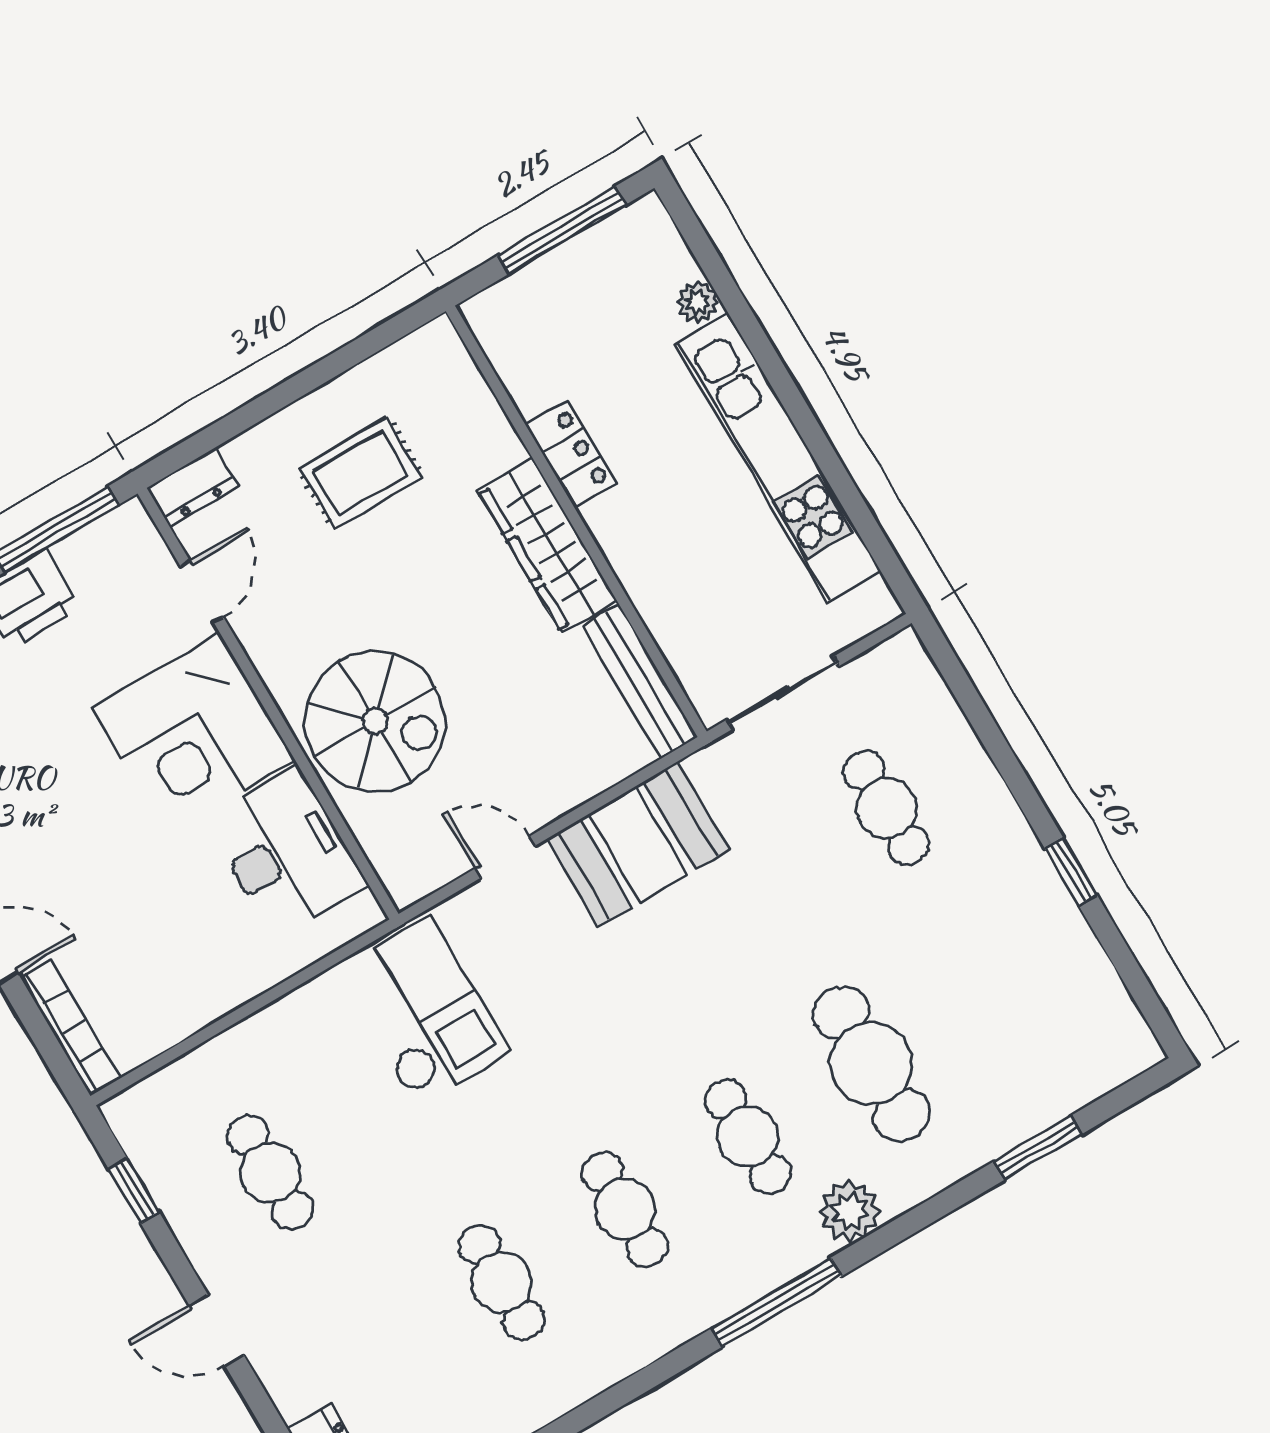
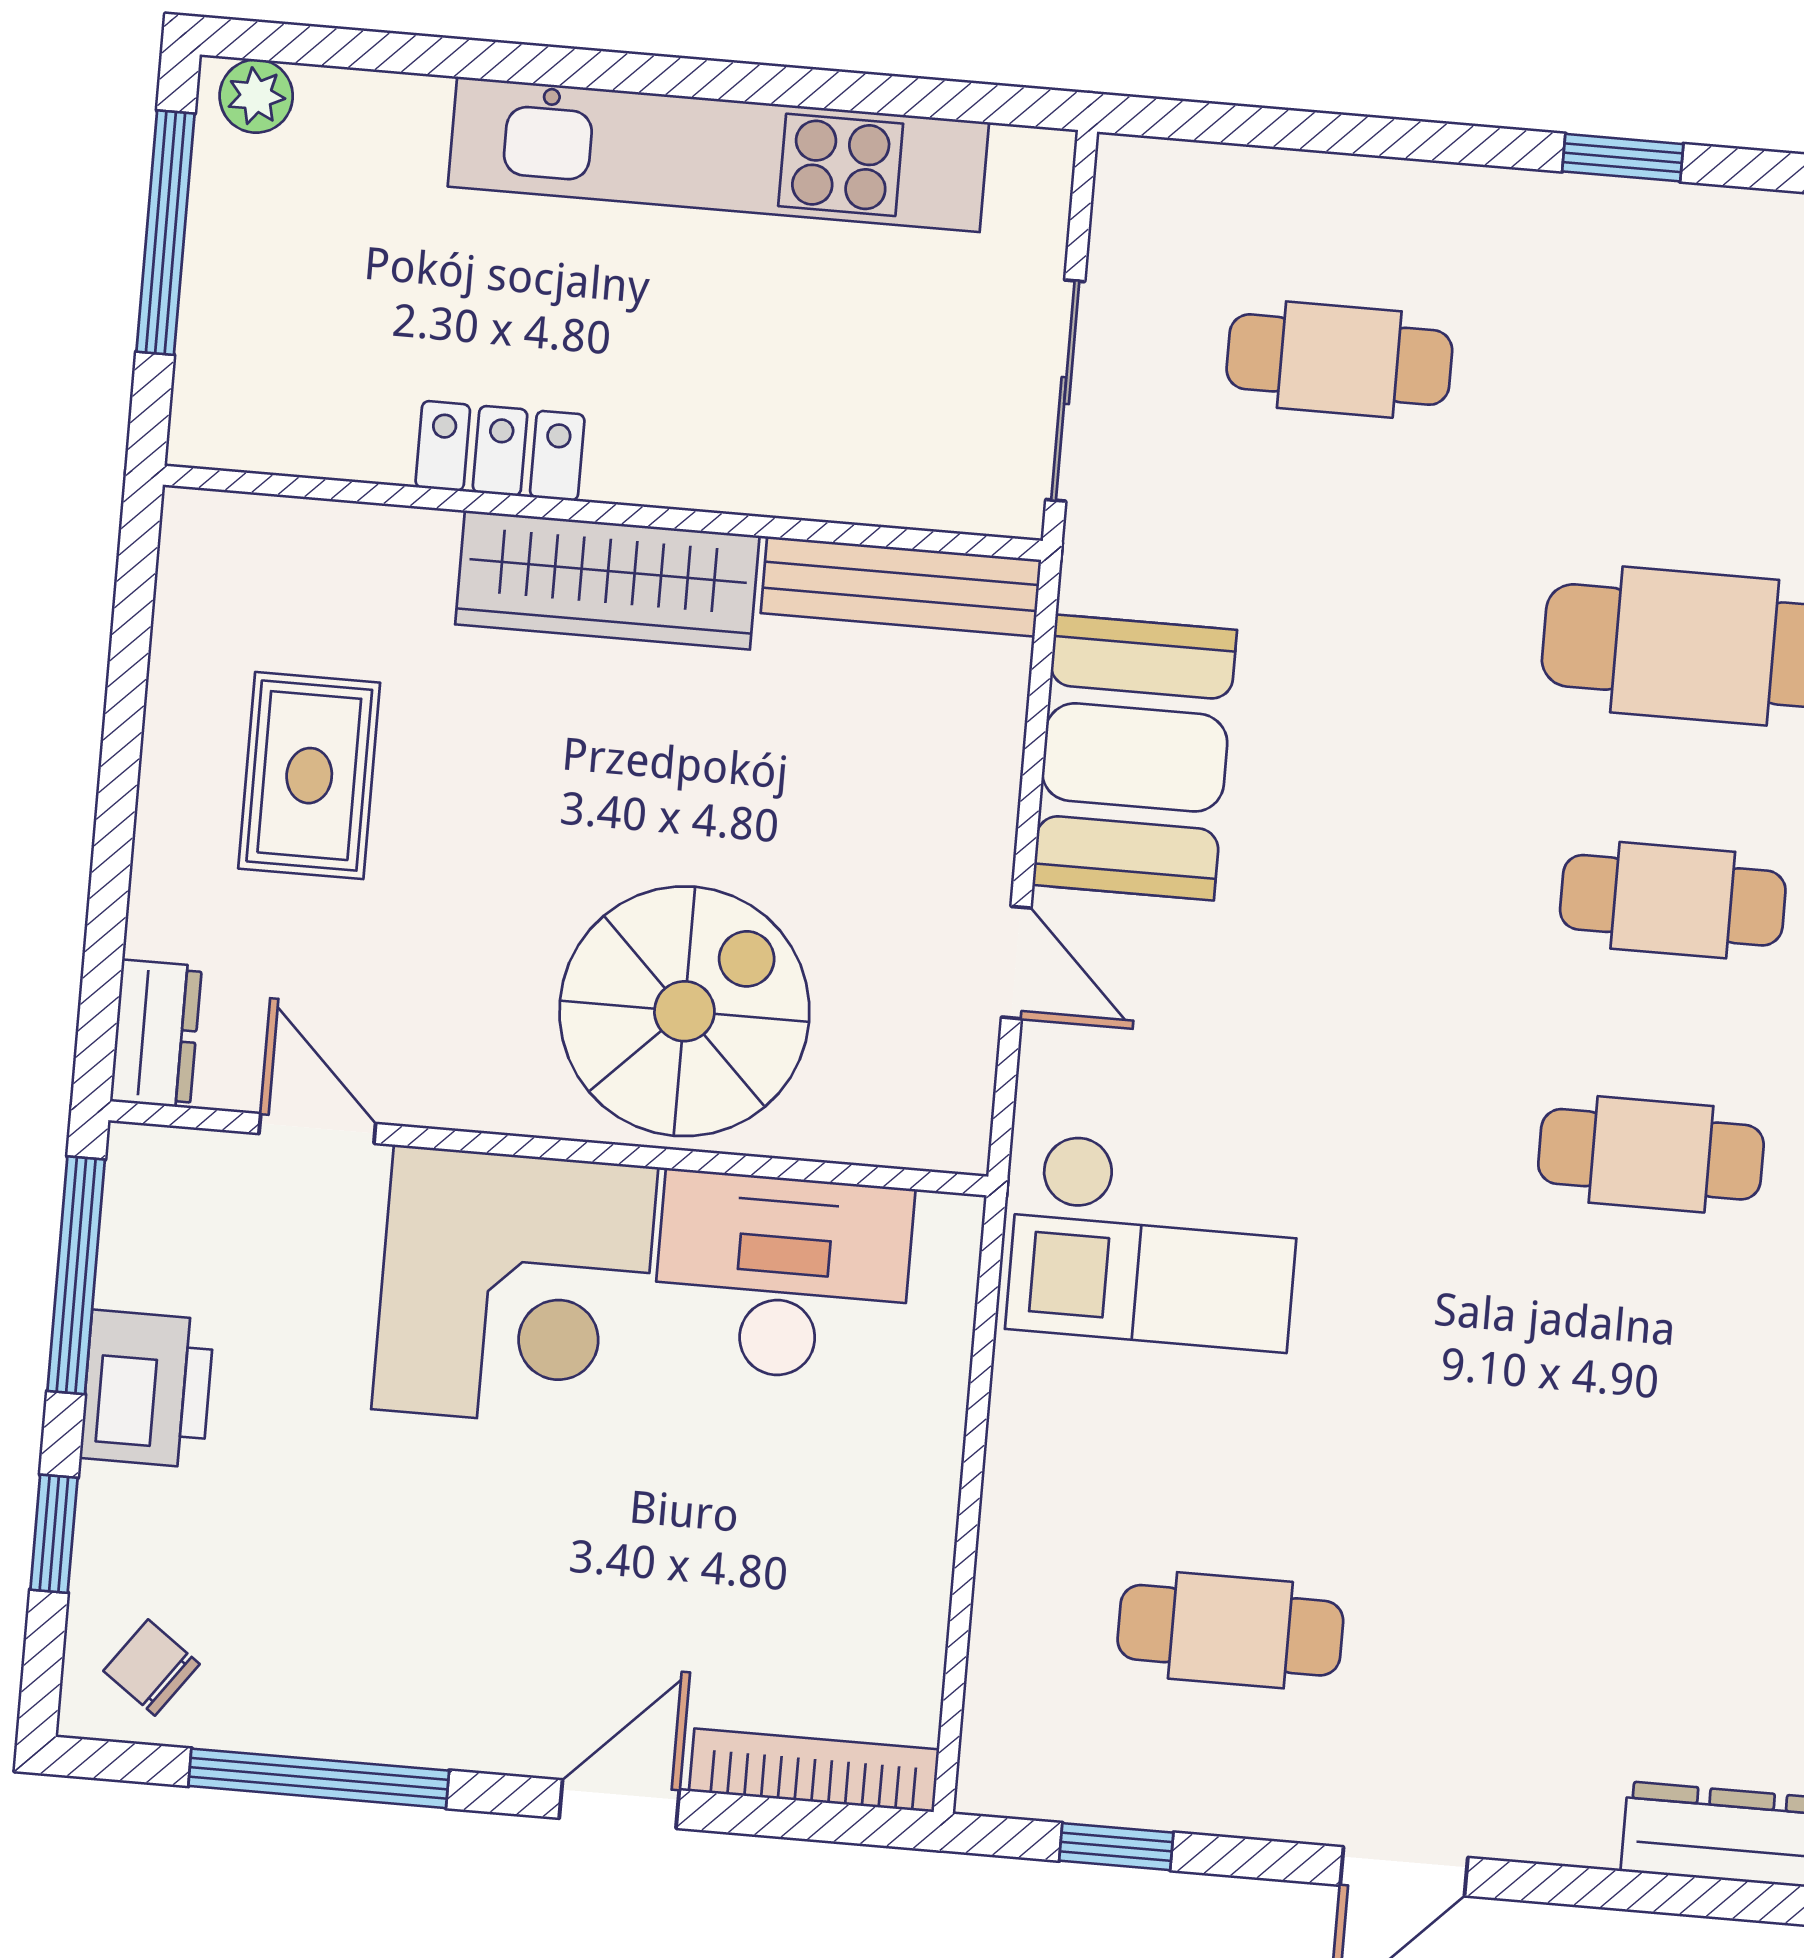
plant: (698, 302) -> (256, 96), moved
door: (505, 857) -> (1016, 963), swing flipped
checkout: (423, 1011) -> (1154, 1242), turned 180
cafe table: (502, 1282) -> (1629, 1408), removed

